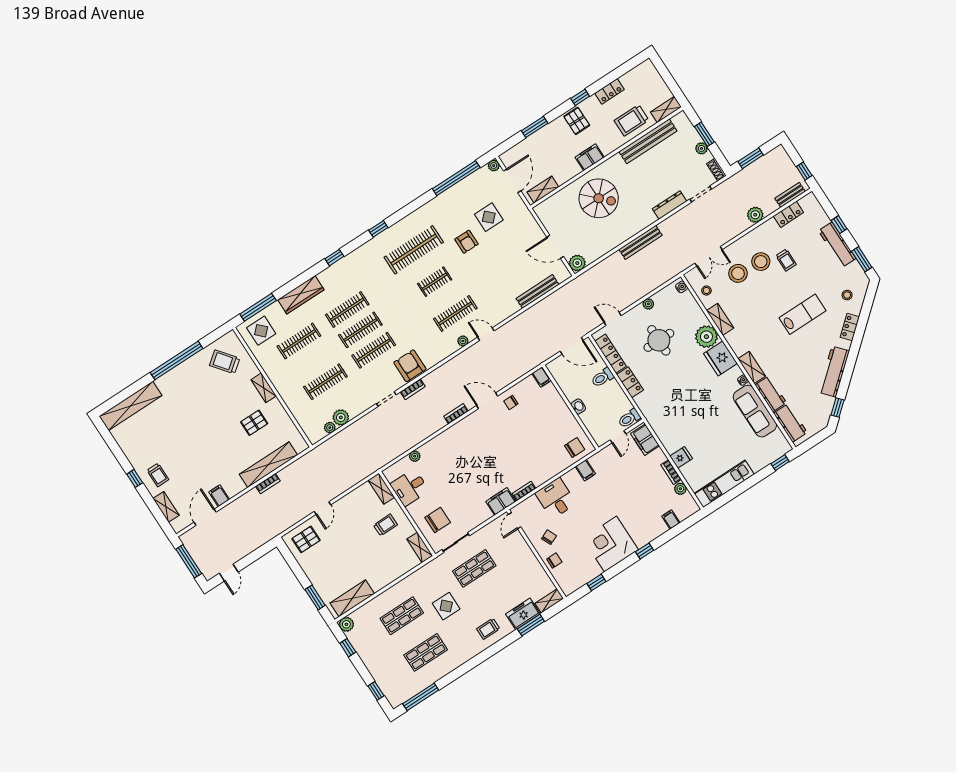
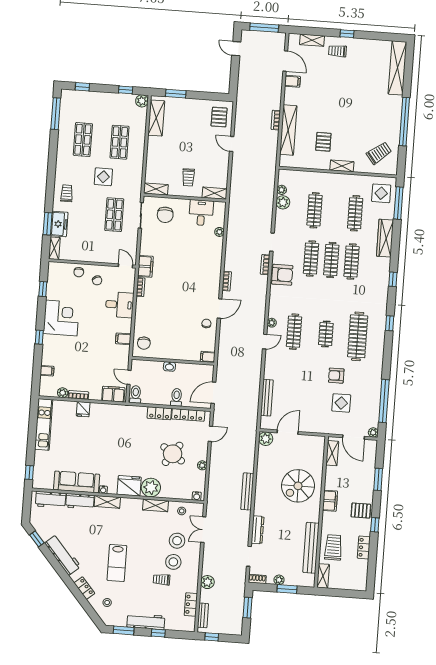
round table: (659, 340) -> (173, 454), turned 35

